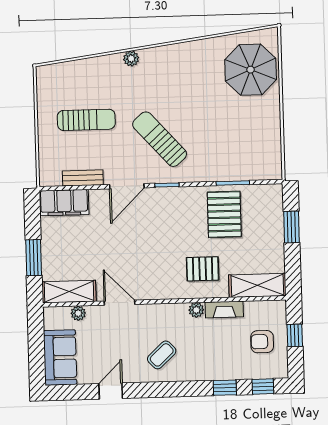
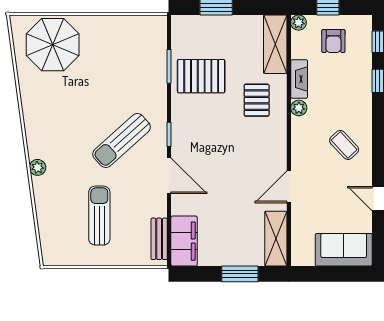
bench: (83, 178) -> (159, 239), moved
plant: (78, 313) -> (299, 23), moved

